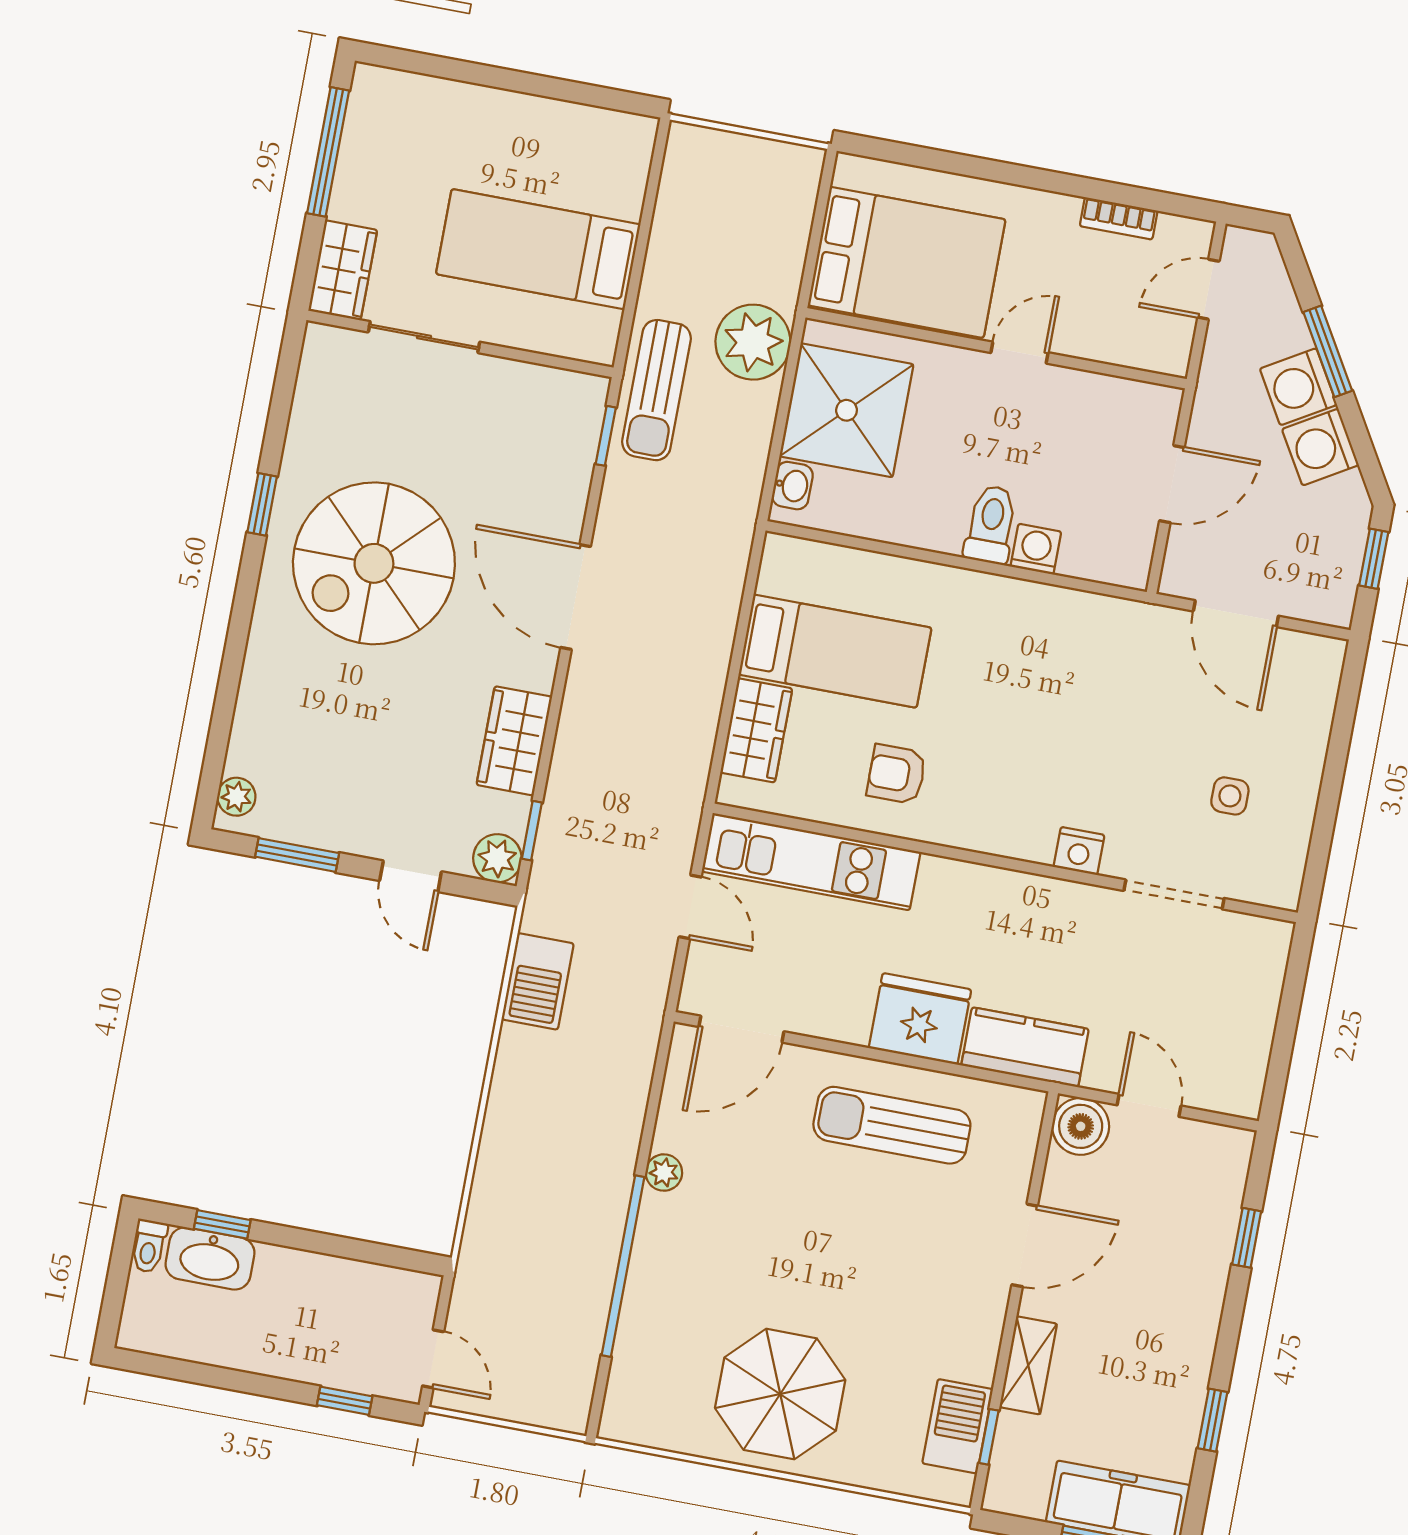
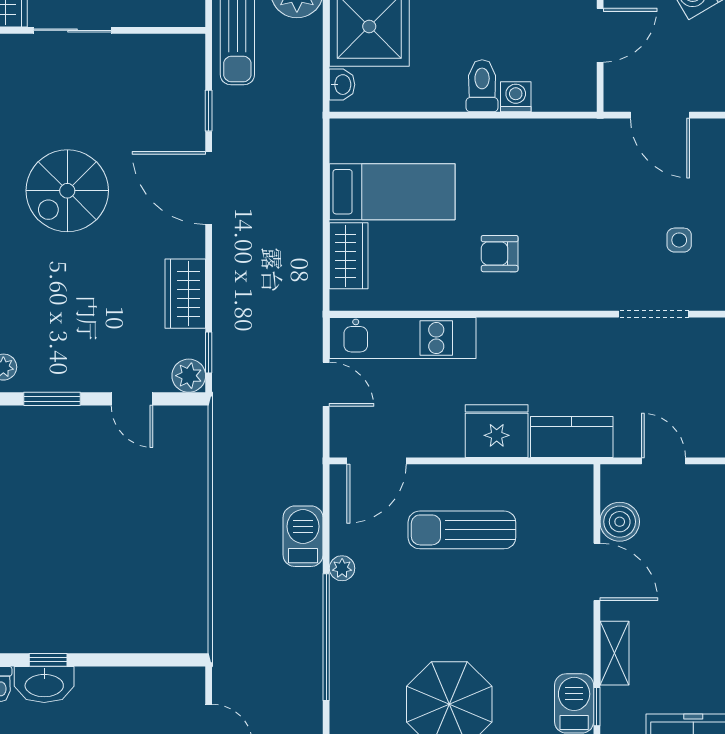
window: (606, 436) -> (209, 111), moved
spiral stairs: (374, 563) -> (67, 191), width x0.73, depth x0.73
armchair: (897, 774) -> (500, 254), moved
nightstand: (1079, 851) -> (584, 297), removed
barbecue: (538, 981) -> (303, 536), moved, turned 180
sun lounger: (892, 1125) -> (462, 530), moved
boiler: (1081, 1126) -> (620, 522), moved
door: (1025, 1245) -> (597, 572), hinge flipped

